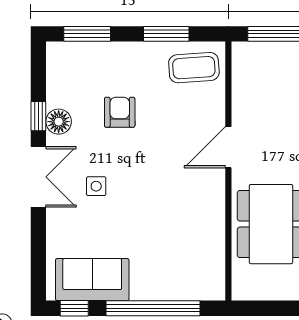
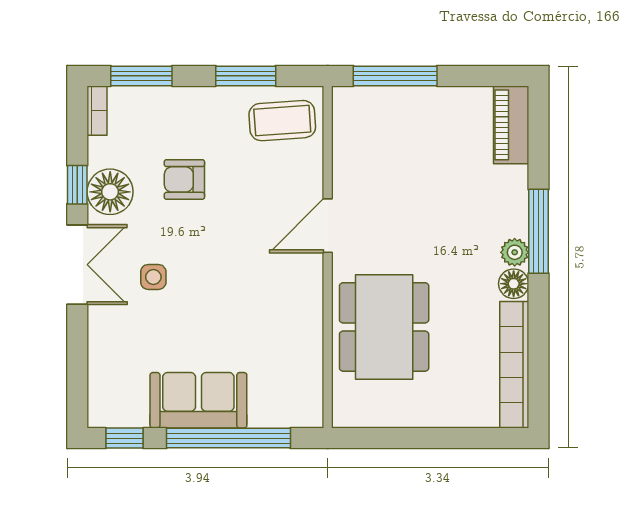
bookcase: (53, 60) -> (97, 111), added
armchair: (120, 112) -> (184, 179), turned -90
floor lamp: (59, 122) -> (110, 192), width x1.38, depth x1.38
sofa: (92, 280) -> (198, 400), moved

